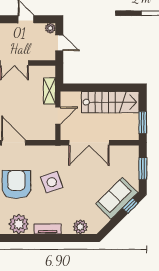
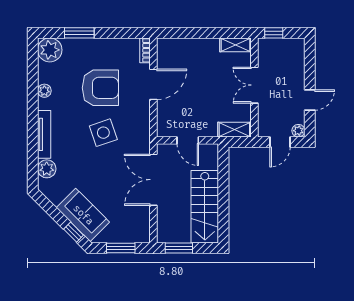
shelving: (49, 91) -> (234, 130), moved
plant: (19, 224) -> (44, 91), width x0.53, depth x0.53
tv unit: (48, 229) -> (44, 134), width x1.41

